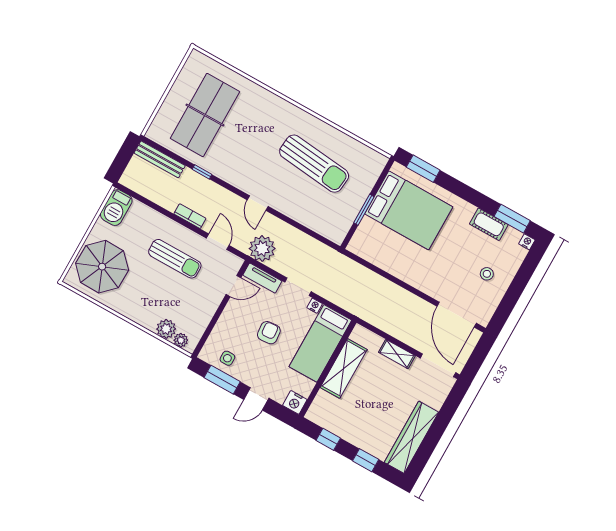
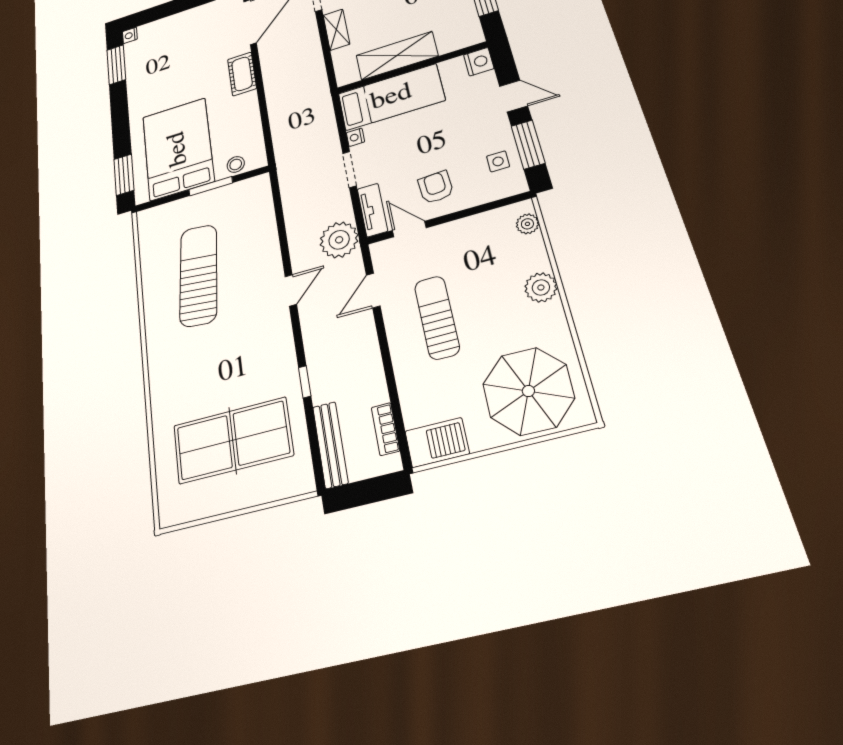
bookcase: (190, 216) -> (385, 429), moved
cot: (489, 224) -> (242, 74), moved
stool: (487, 274) -> (236, 164), moved
plant: (166, 329) -> (541, 287), moved
armchair: (269, 333) -> (436, 187), moved, turned 91

